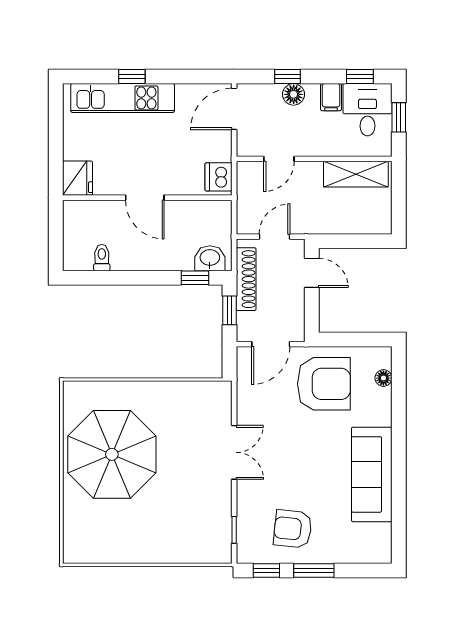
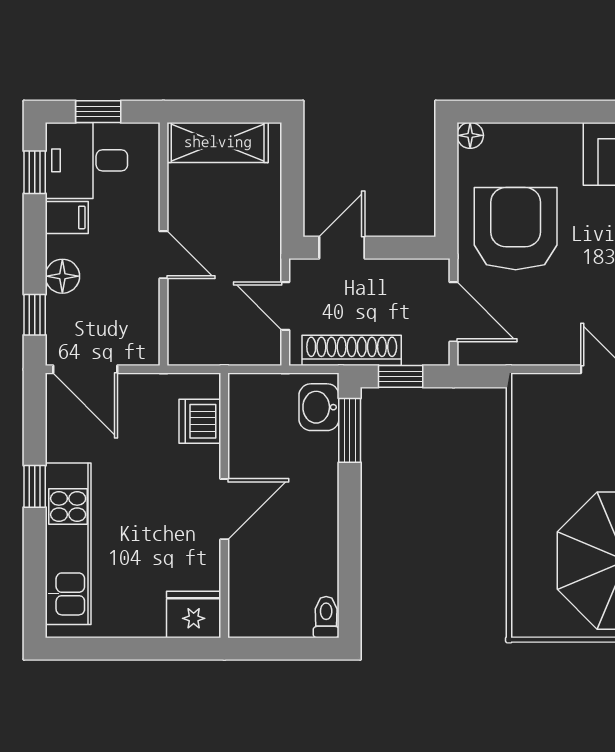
window: (132, 77) -> (35, 486), moved
window: (287, 77) -> (35, 315), moved
door: (279, 159) -> (163, 255), moved
shelving: (356, 174) -> (218, 142), moved, turned 90
dishwasher: (218, 177) -> (200, 421), moved, turned 90
toilet: (102, 258) -> (326, 617), moved, turned 90
window: (195, 278) -> (350, 430), width x1.50
floor lamp: (383, 378) -> (470, 135), moved

